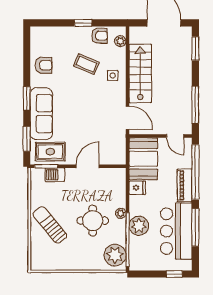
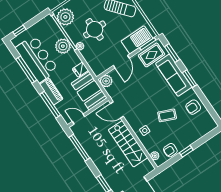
coffee table: (86, 64) -> (167, 115), moved
plant: (118, 157) -> (106, 81), added
window: (195, 172) -> (50, 105), width x0.68
barbecue: (55, 175) -> (137, 40), width x1.88, depth x1.53

